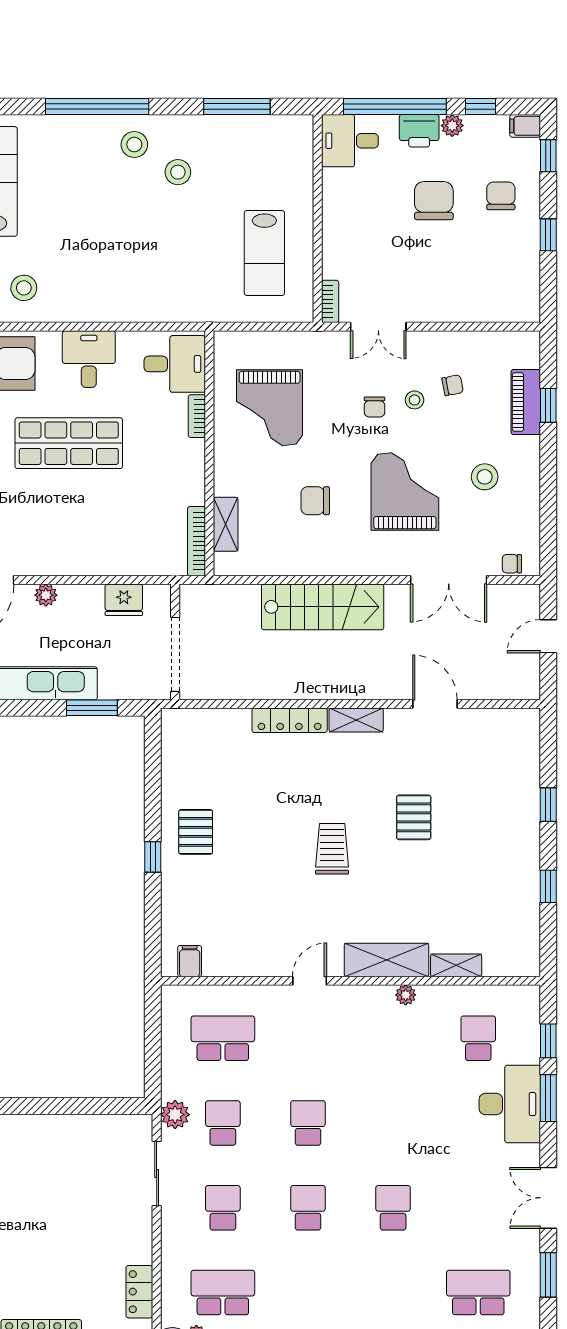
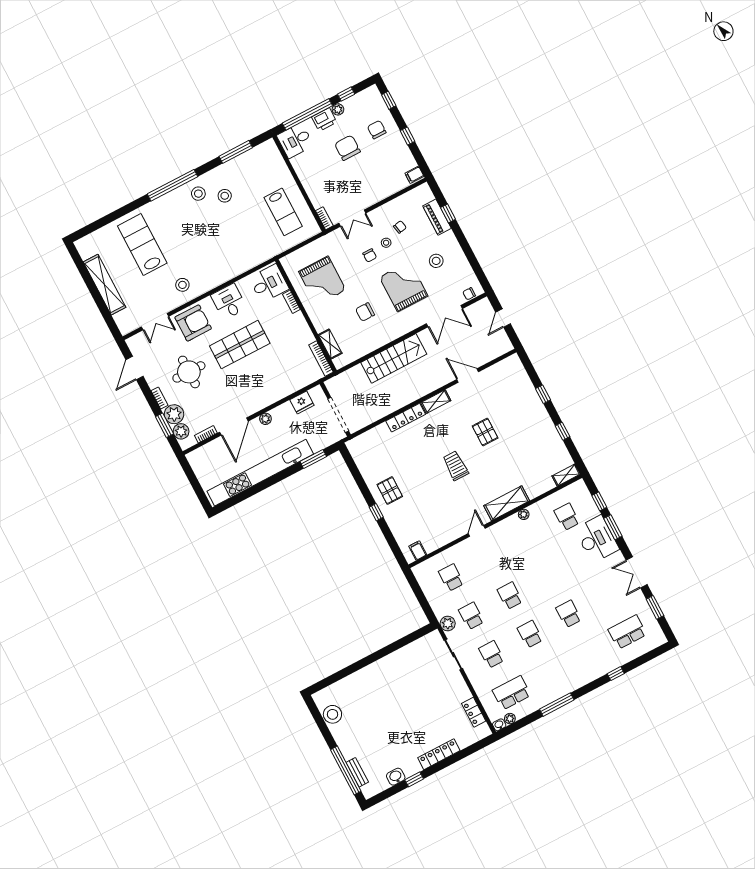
filing cabinet: (525, 126) -> (414, 175), moved
shelving: (456, 965) -> (566, 475), moved
school desk: (223, 1038) -> (451, 578), width x0.54

